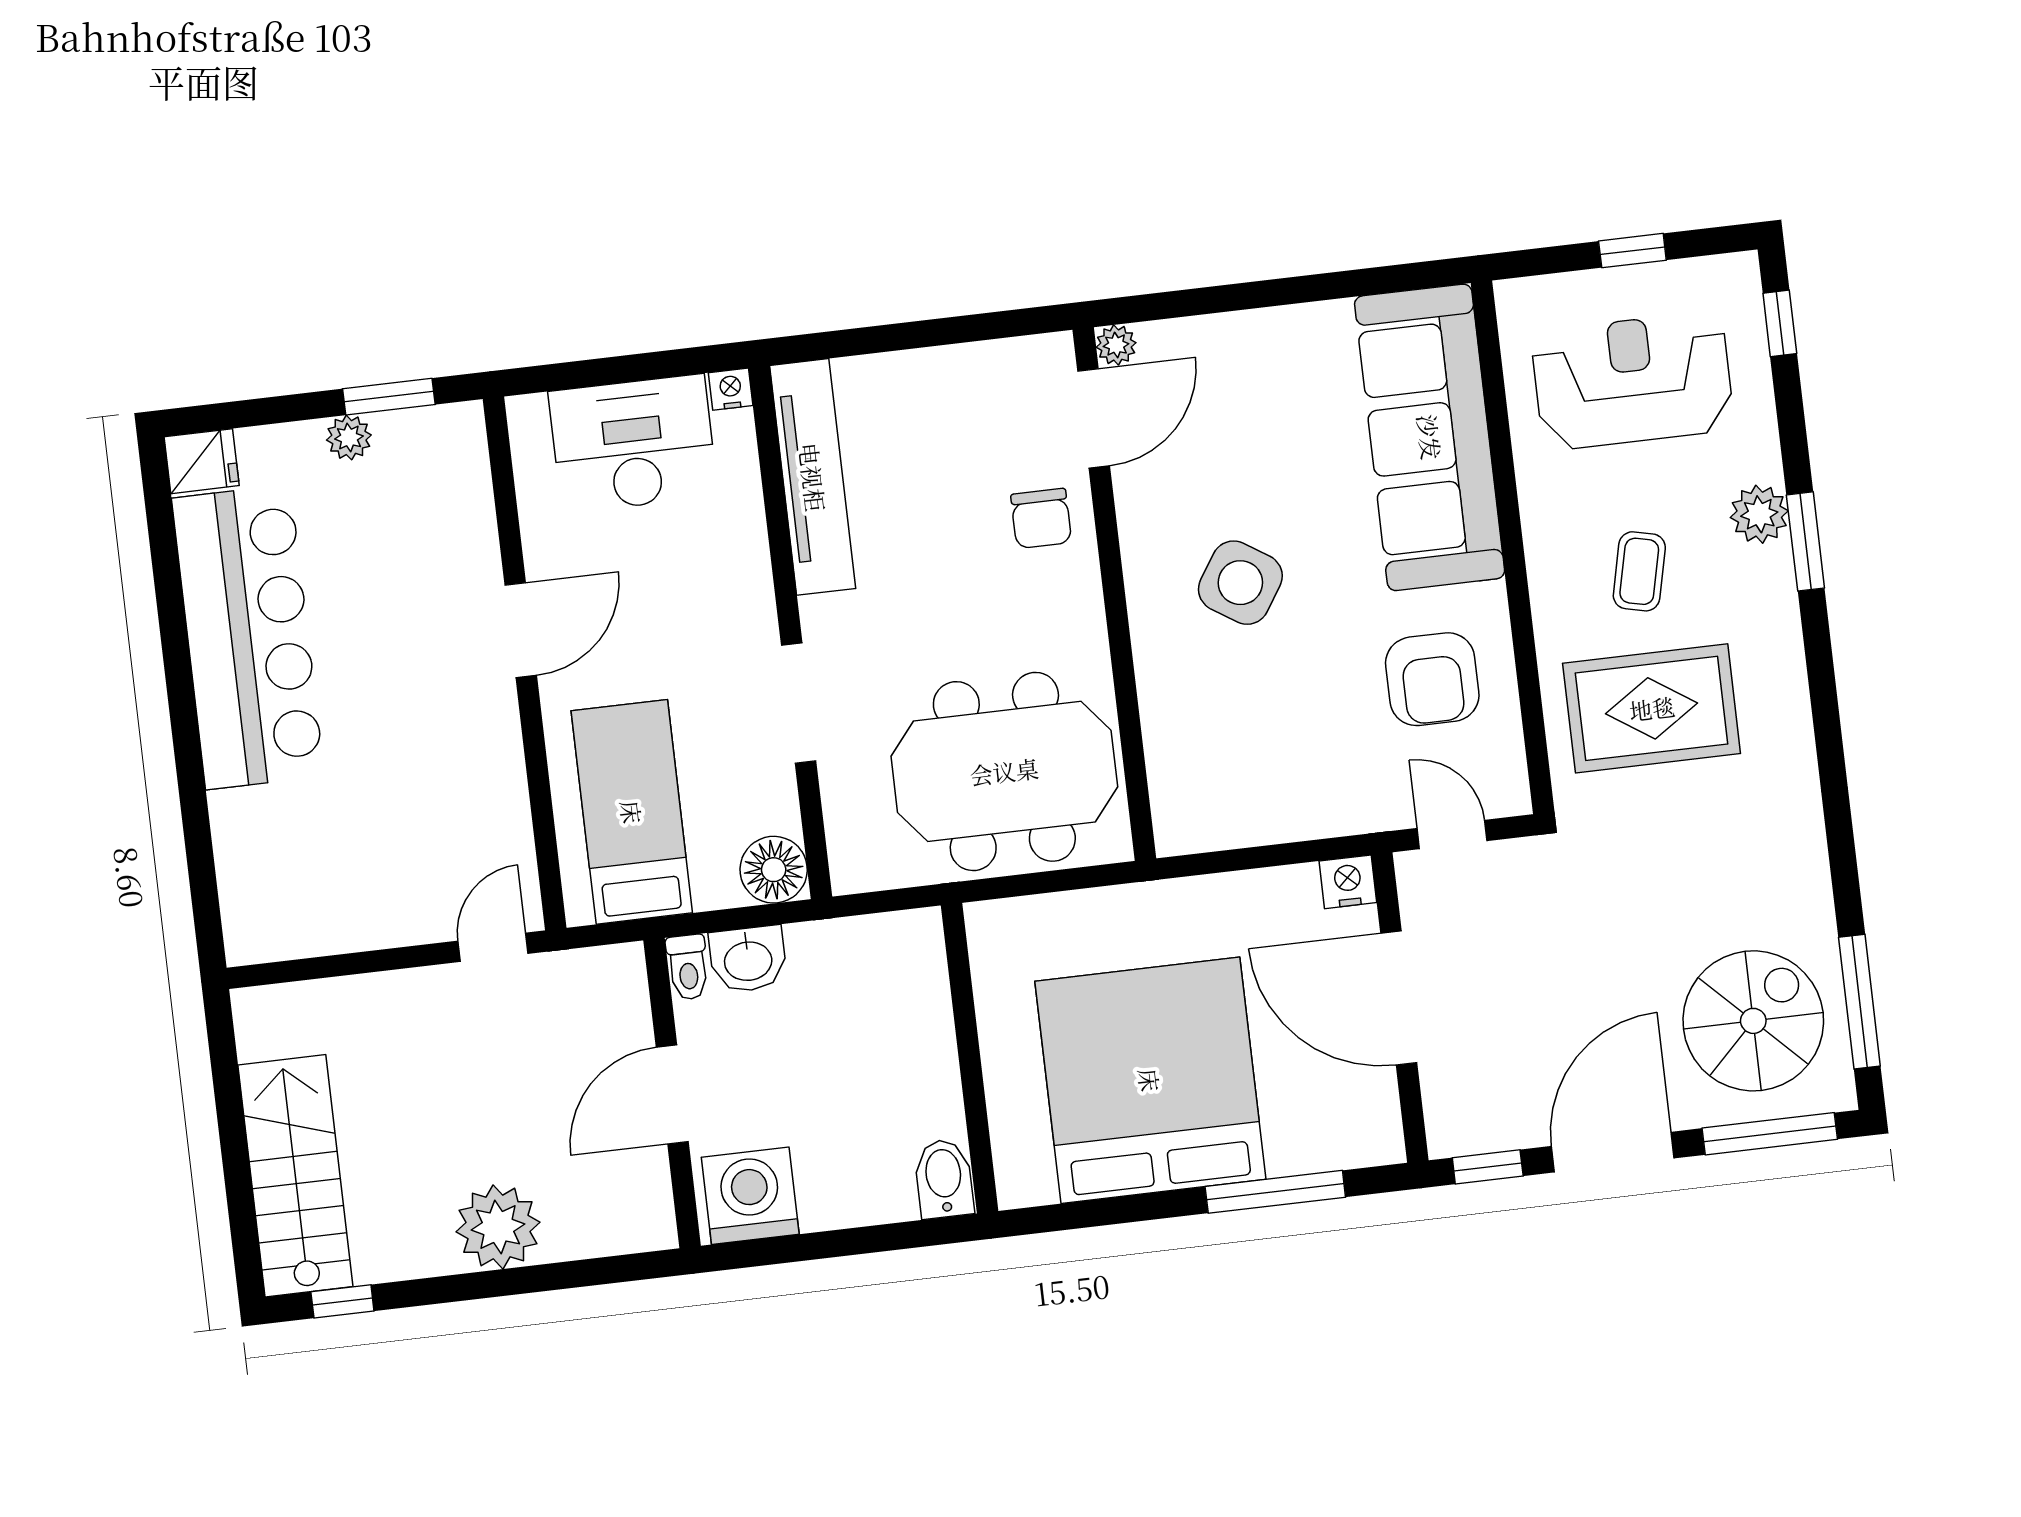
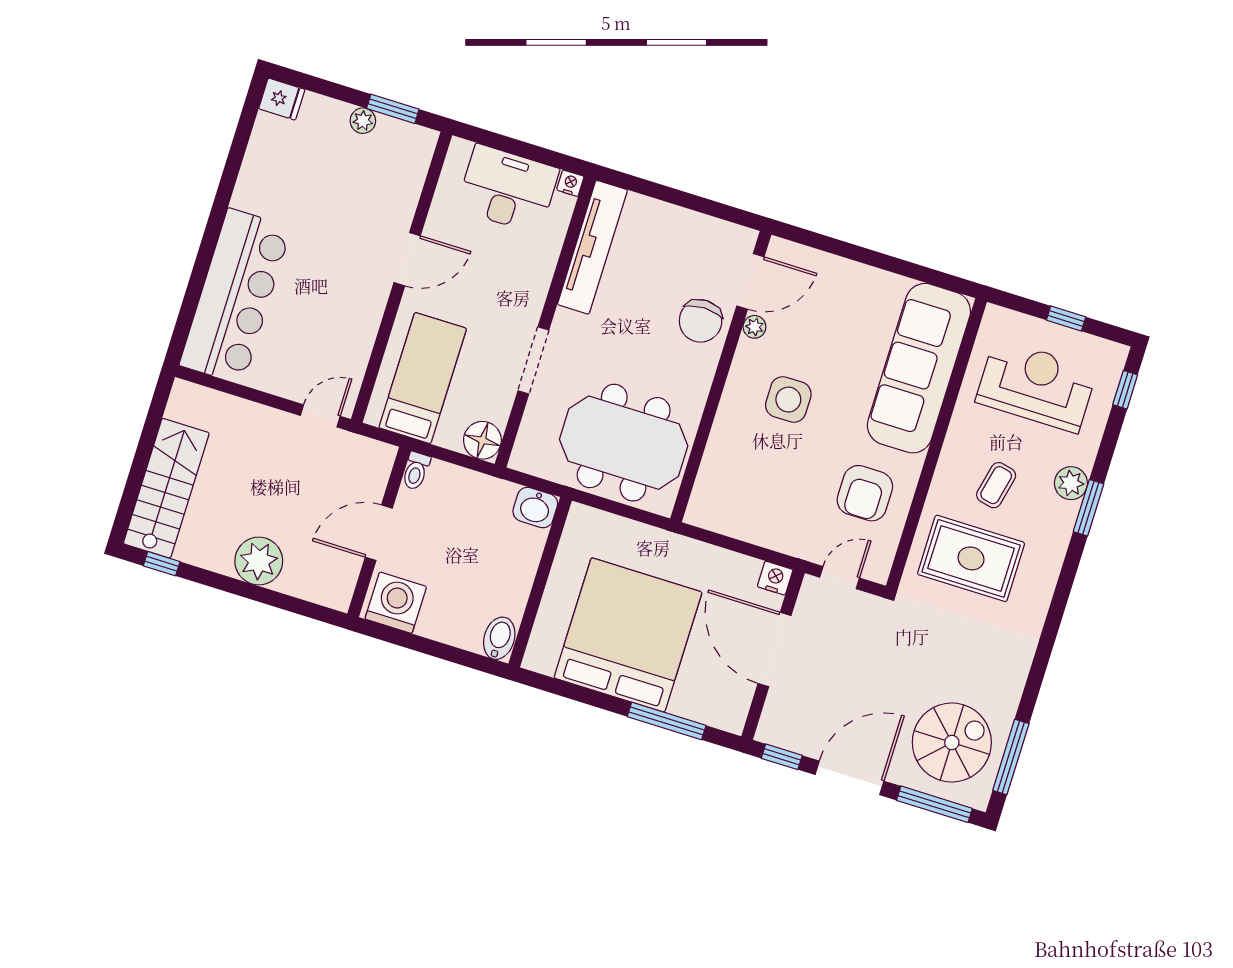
plant: (1116, 345) -> (754, 327), moved
chair: (1041, 518) -> (701, 321), width x1.37, depth x1.37
side table: (1240, 583) -> (788, 400), turned -33
bar counter: (248, 637) -> (235, 296), moved
door: (1452, 834) -> (840, 578), hinge flipped
washbasin: (748, 959) -> (535, 508), moved

